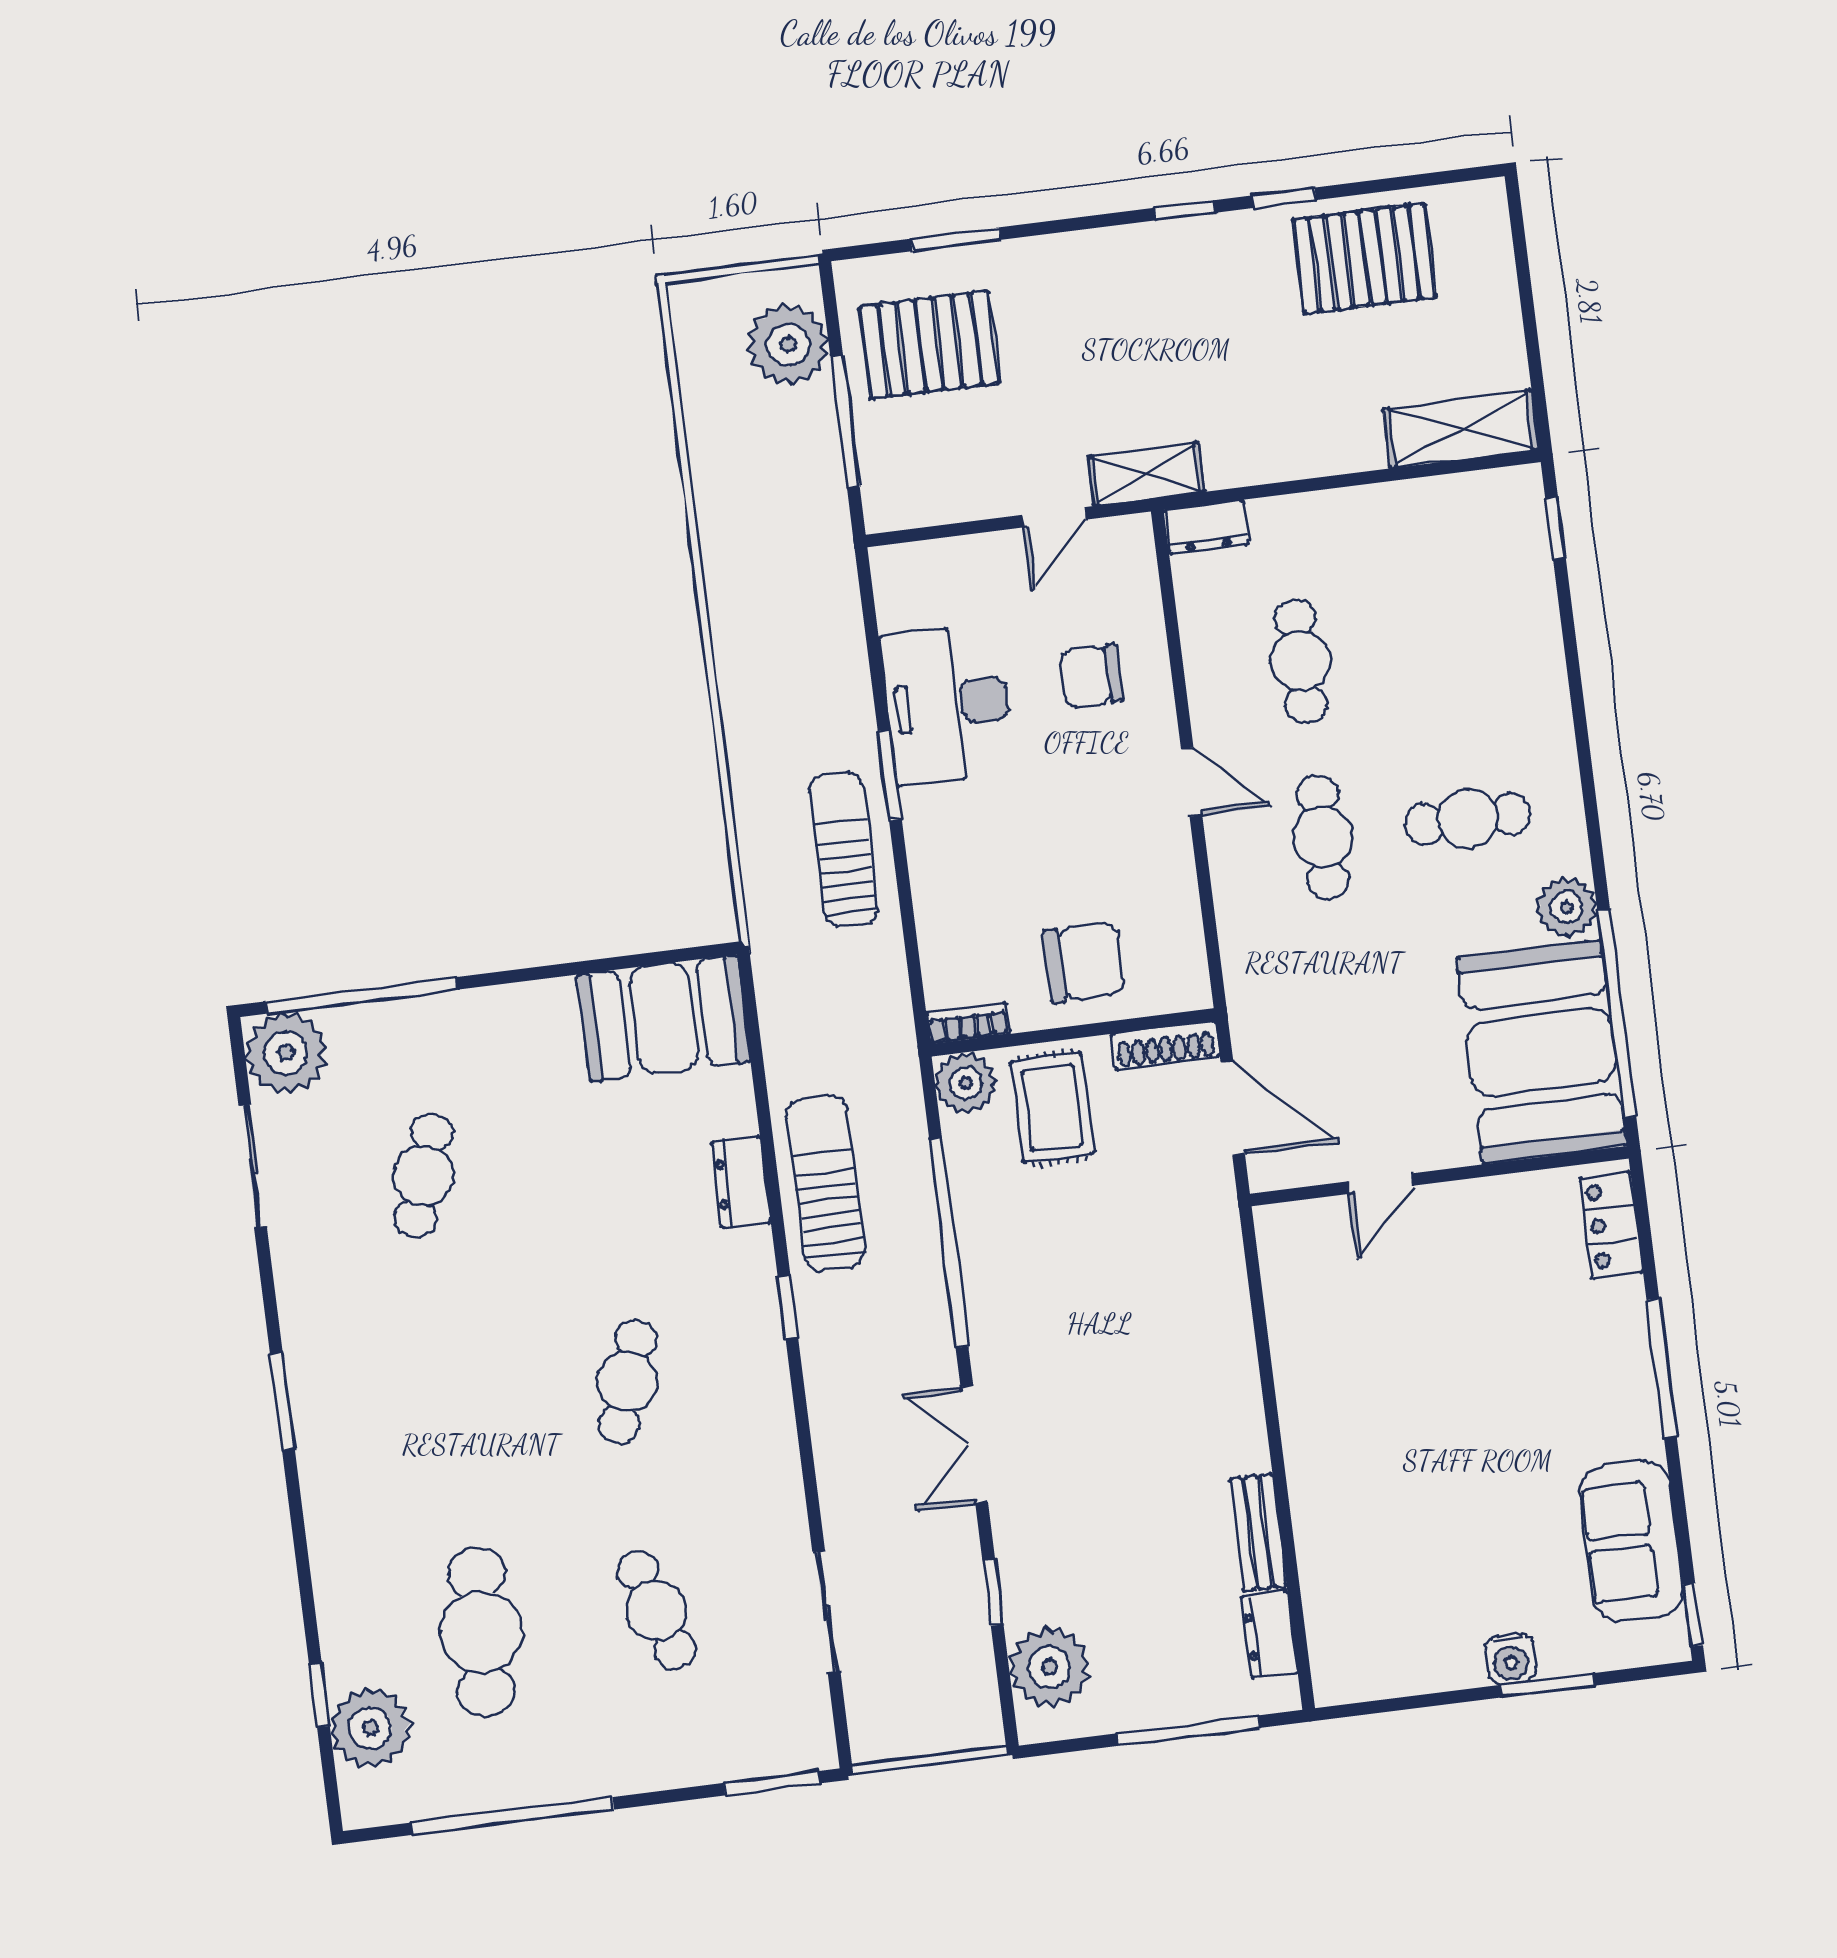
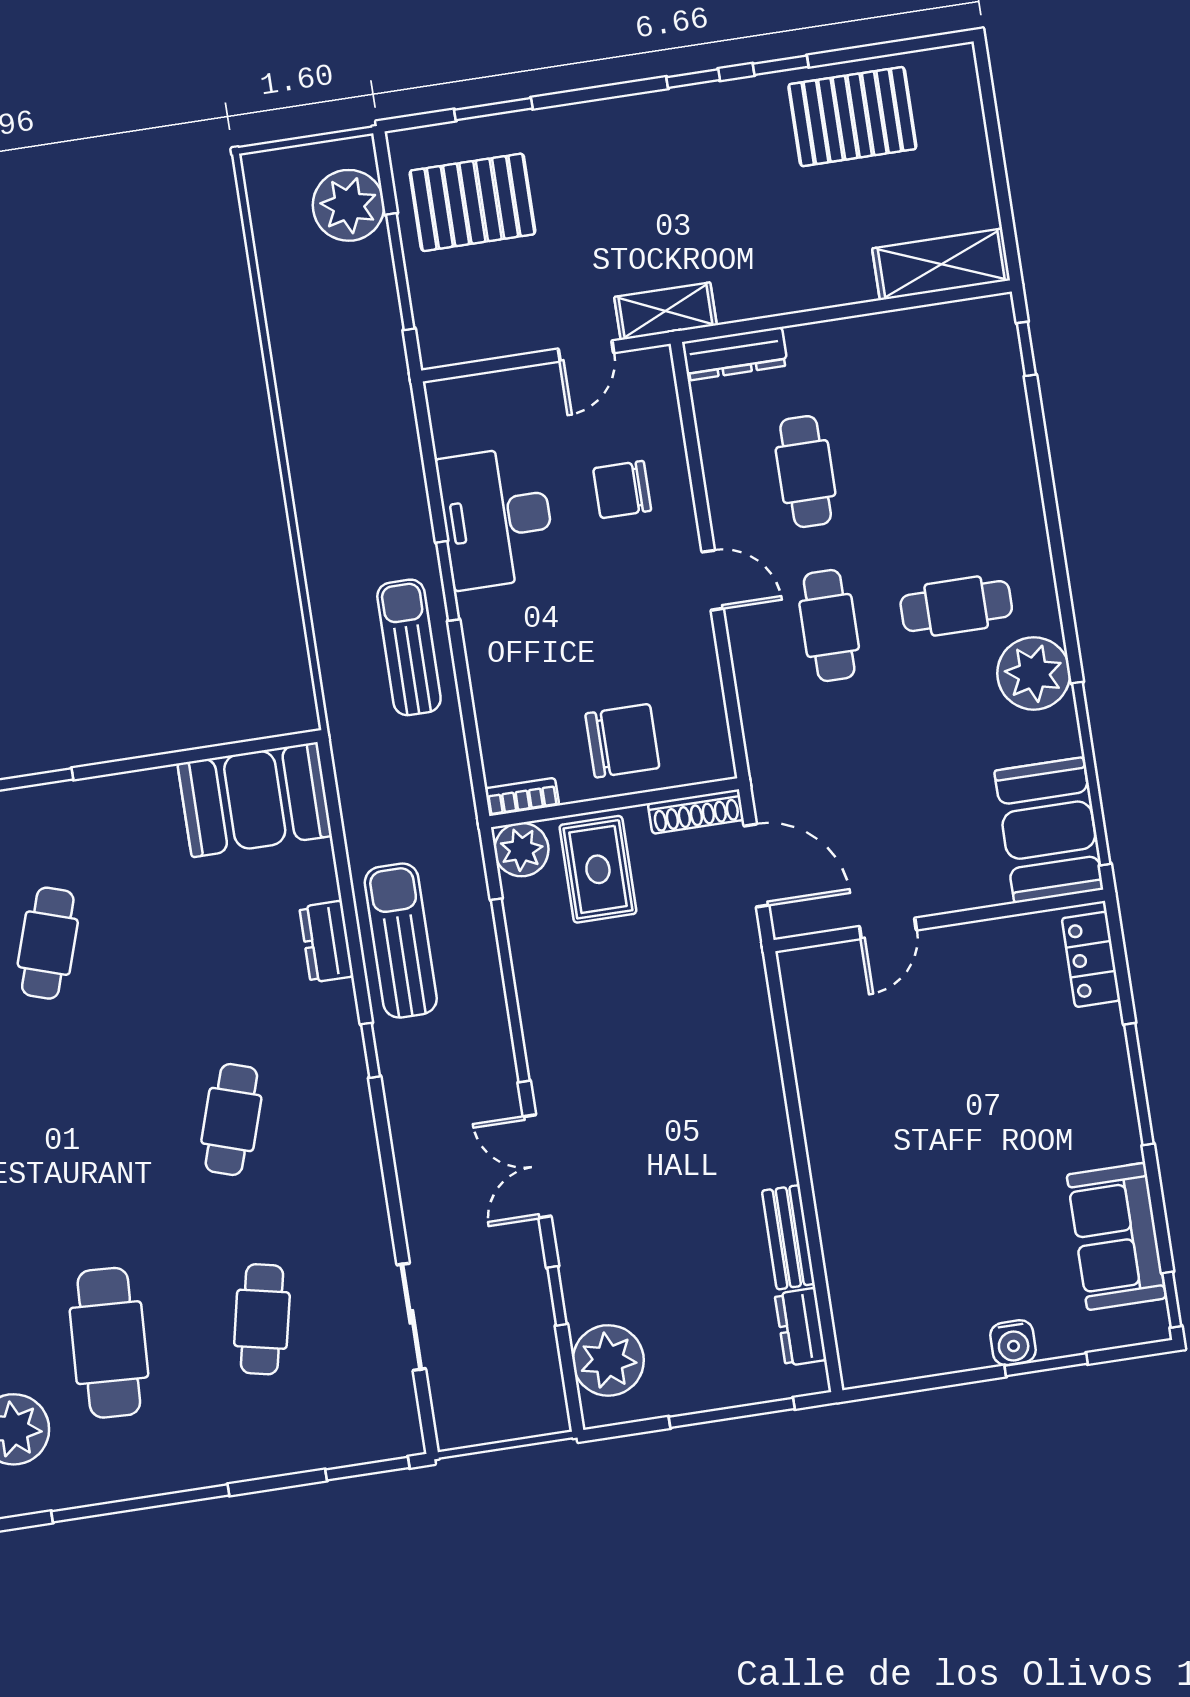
dresser: (1206, 527) -> (735, 354), width x1.44
plant: (1567, 907) -> (1034, 673), width x1.36, depth x1.36
booth: (1542, 1052) -> (1049, 830), width x0.73, depth x0.70
cafe table: (656, 1610) -> (262, 1319), turned 30

